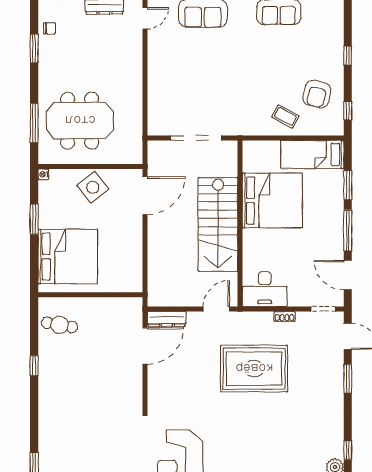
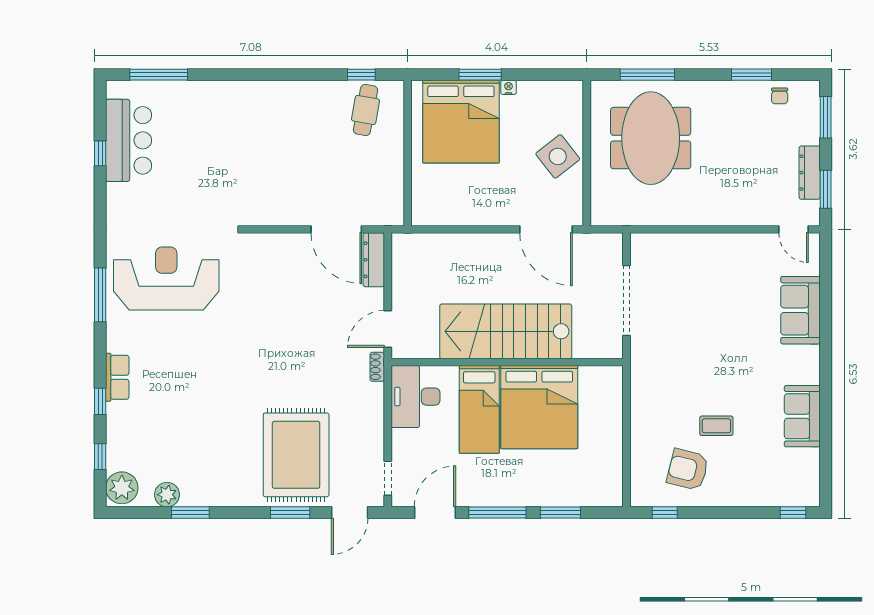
window: (348, 56) -> (793, 512), moved
coffee table: (285, 116) -> (716, 426), moved, turned 62
bed: (312, 154) -> (479, 409), moved, turned 180
nightstand: (43, 174) -> (509, 87), moved
window: (34, 219) -> (480, 75), moved
door: (216, 309) -> (388, 329), swing flipped
shoe rack: (284, 316) -> (377, 367), moved
window: (34, 366) -> (361, 75), moved
rug: (254, 369) -> (296, 455), moved
window: (348, 450) -> (190, 512), width x1.50

